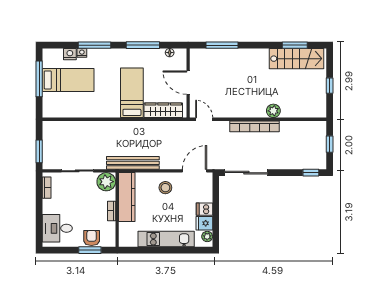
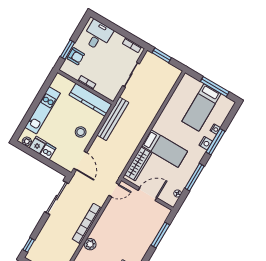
nightstand: (70, 54) -> (206, 143), moved
plant: (106, 182) -> (110, 91), removed

